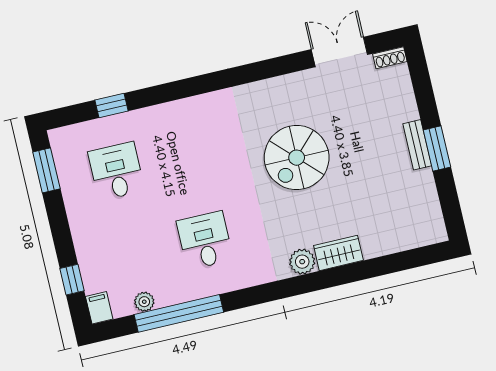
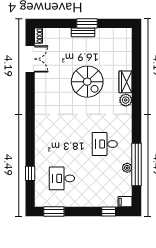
double door: (339, 52) -> (30, 59), swing flipped
spiral stairs: (297, 158) -> (87, 82), moved
plant: (144, 302) -> (127, 168), moved

